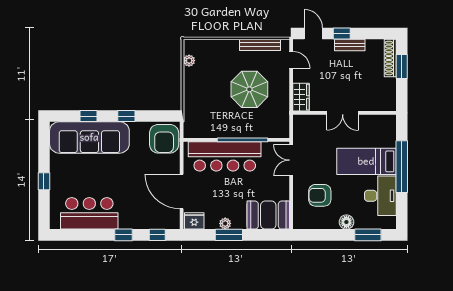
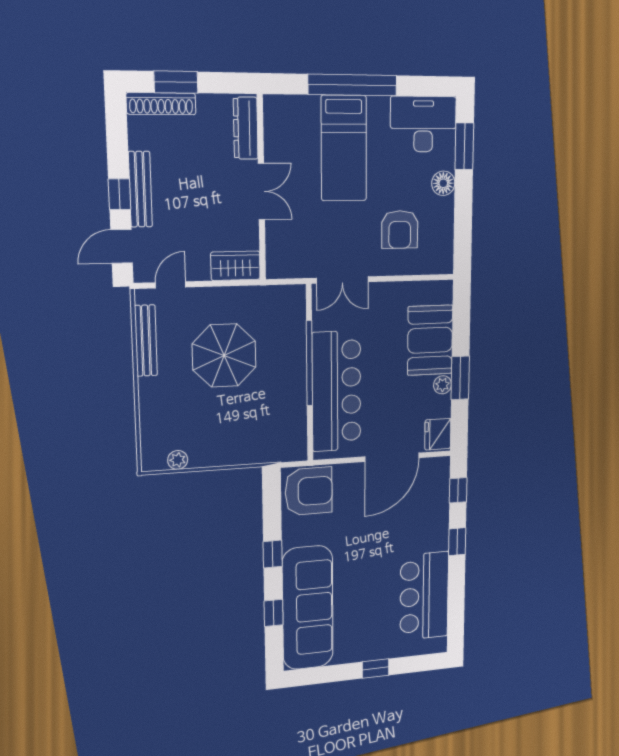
bench: (350, 45) -> (140, 189), width x1.36
dresser: (377, 105) -> (246, 128), added
desk: (380, 196) -> (423, 124), moved
booth: (268, 215) -> (430, 340), moved

